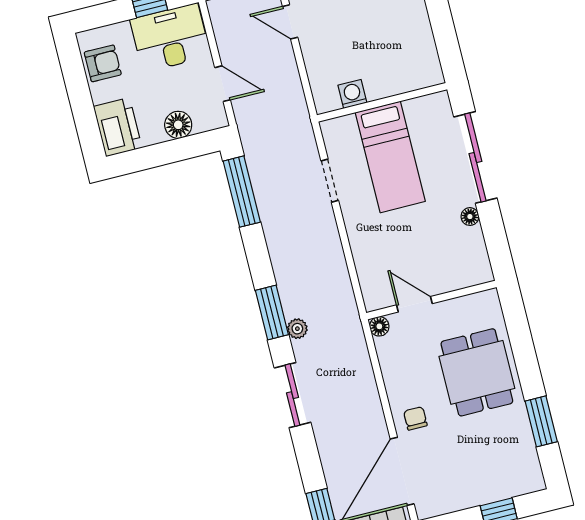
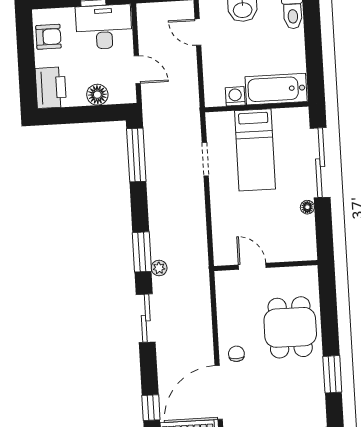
bathtub: (402, 75) -> (276, 89), added
floor lamp: (379, 326) -> (222, 278), removed

